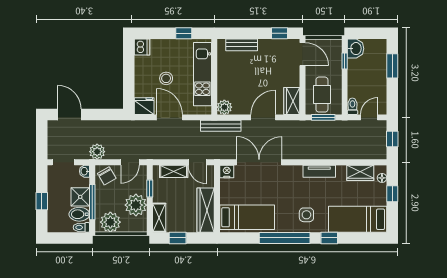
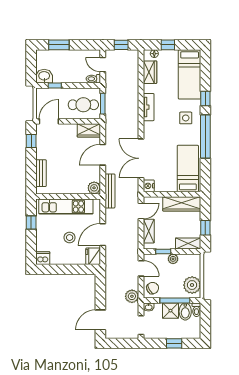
door: (263, 117) -> (103, 155), hinge flipped
plant: (136, 205) -> (173, 259), width x0.53, depth x0.53

